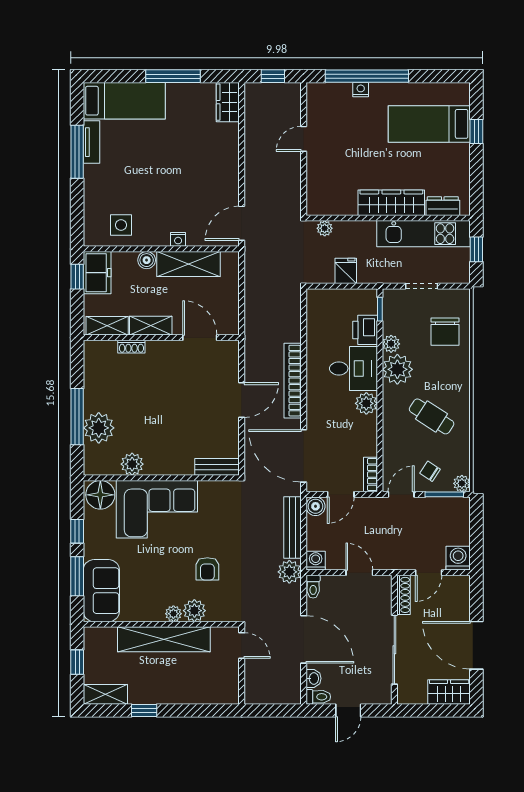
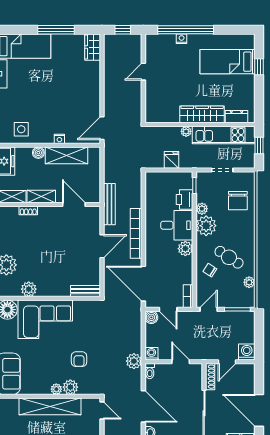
plant: (325, 228) -> (186, 131), moved
chair: (430, 471) -> (210, 270), moved
plant: (462, 483) -> (249, 282), moved
door: (341, 494) -> (168, 309), hinge flipped
bench: (292, 528) -> (109, 204), moved

